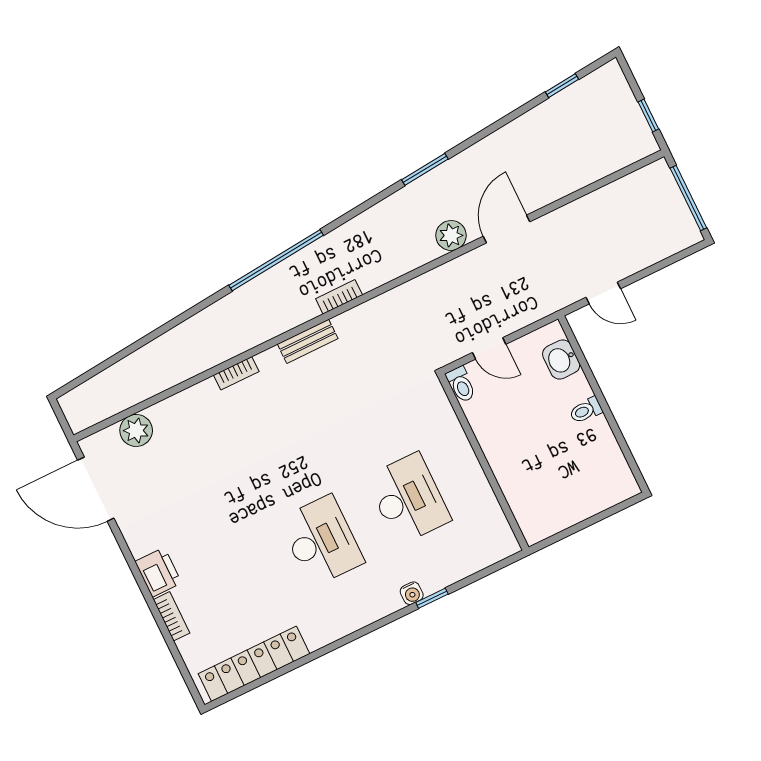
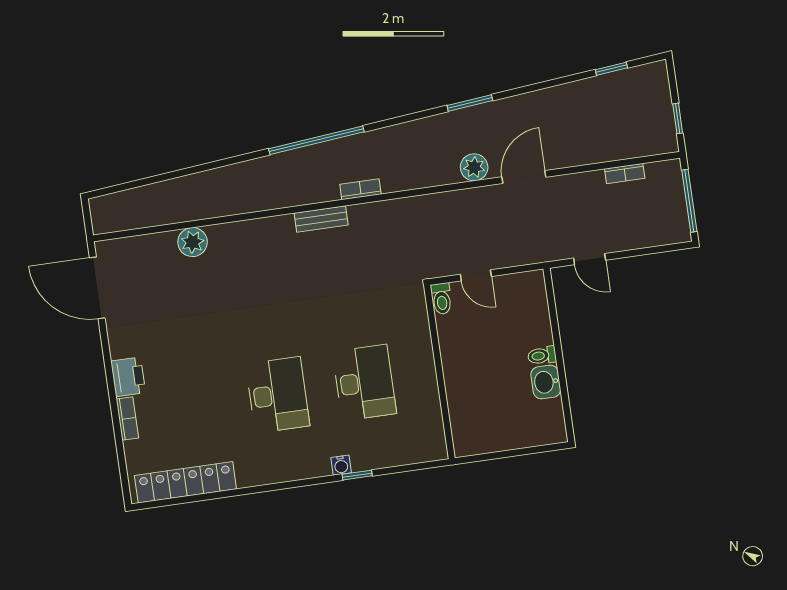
washbasin: (561, 359) -> (546, 382), moved
bookcase: (236, 373) -> (625, 174), moved
plant: (136, 430) -> (193, 242), moved

